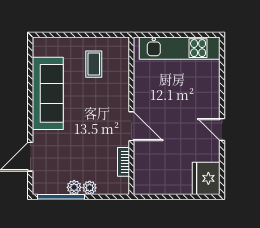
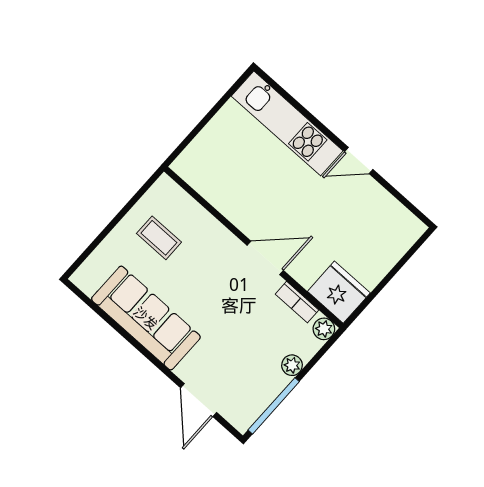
kitchen unit: (180, 48) -> (287, 123), moved, turned 90
fridge: (206, 178) -> (339, 292), moved, turned 180
plant: (74, 187) -> (324, 329), moved

